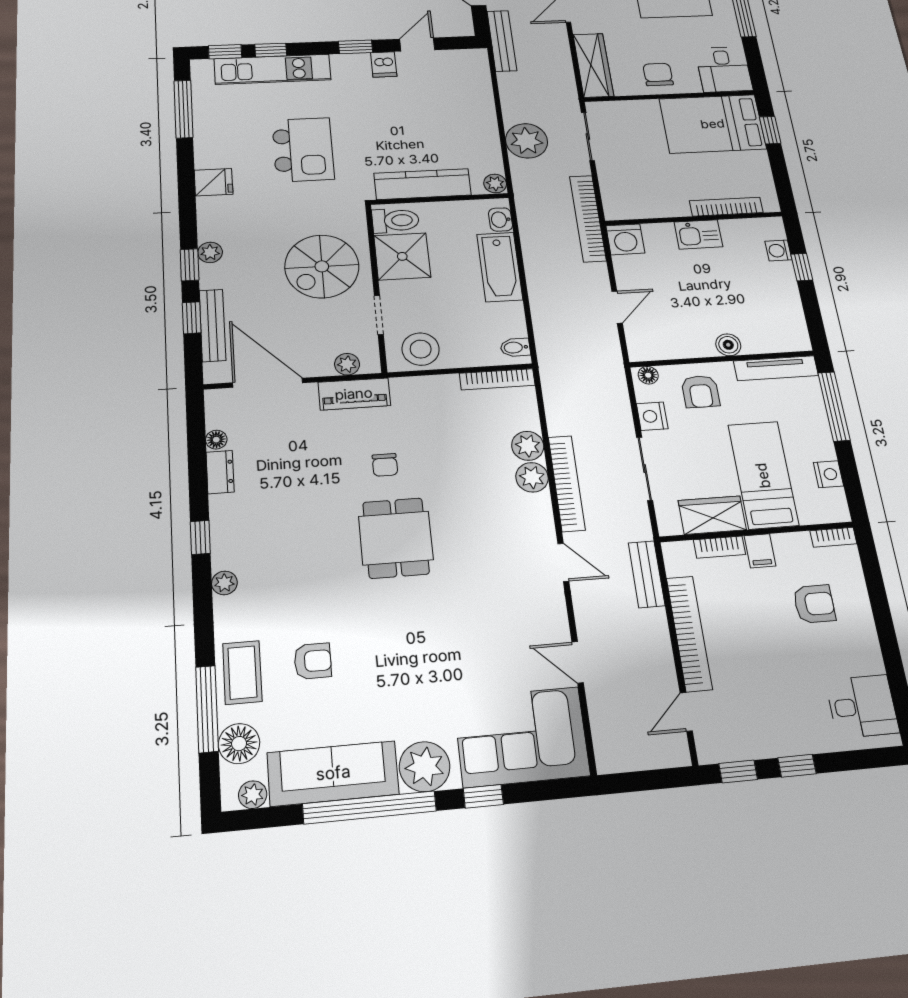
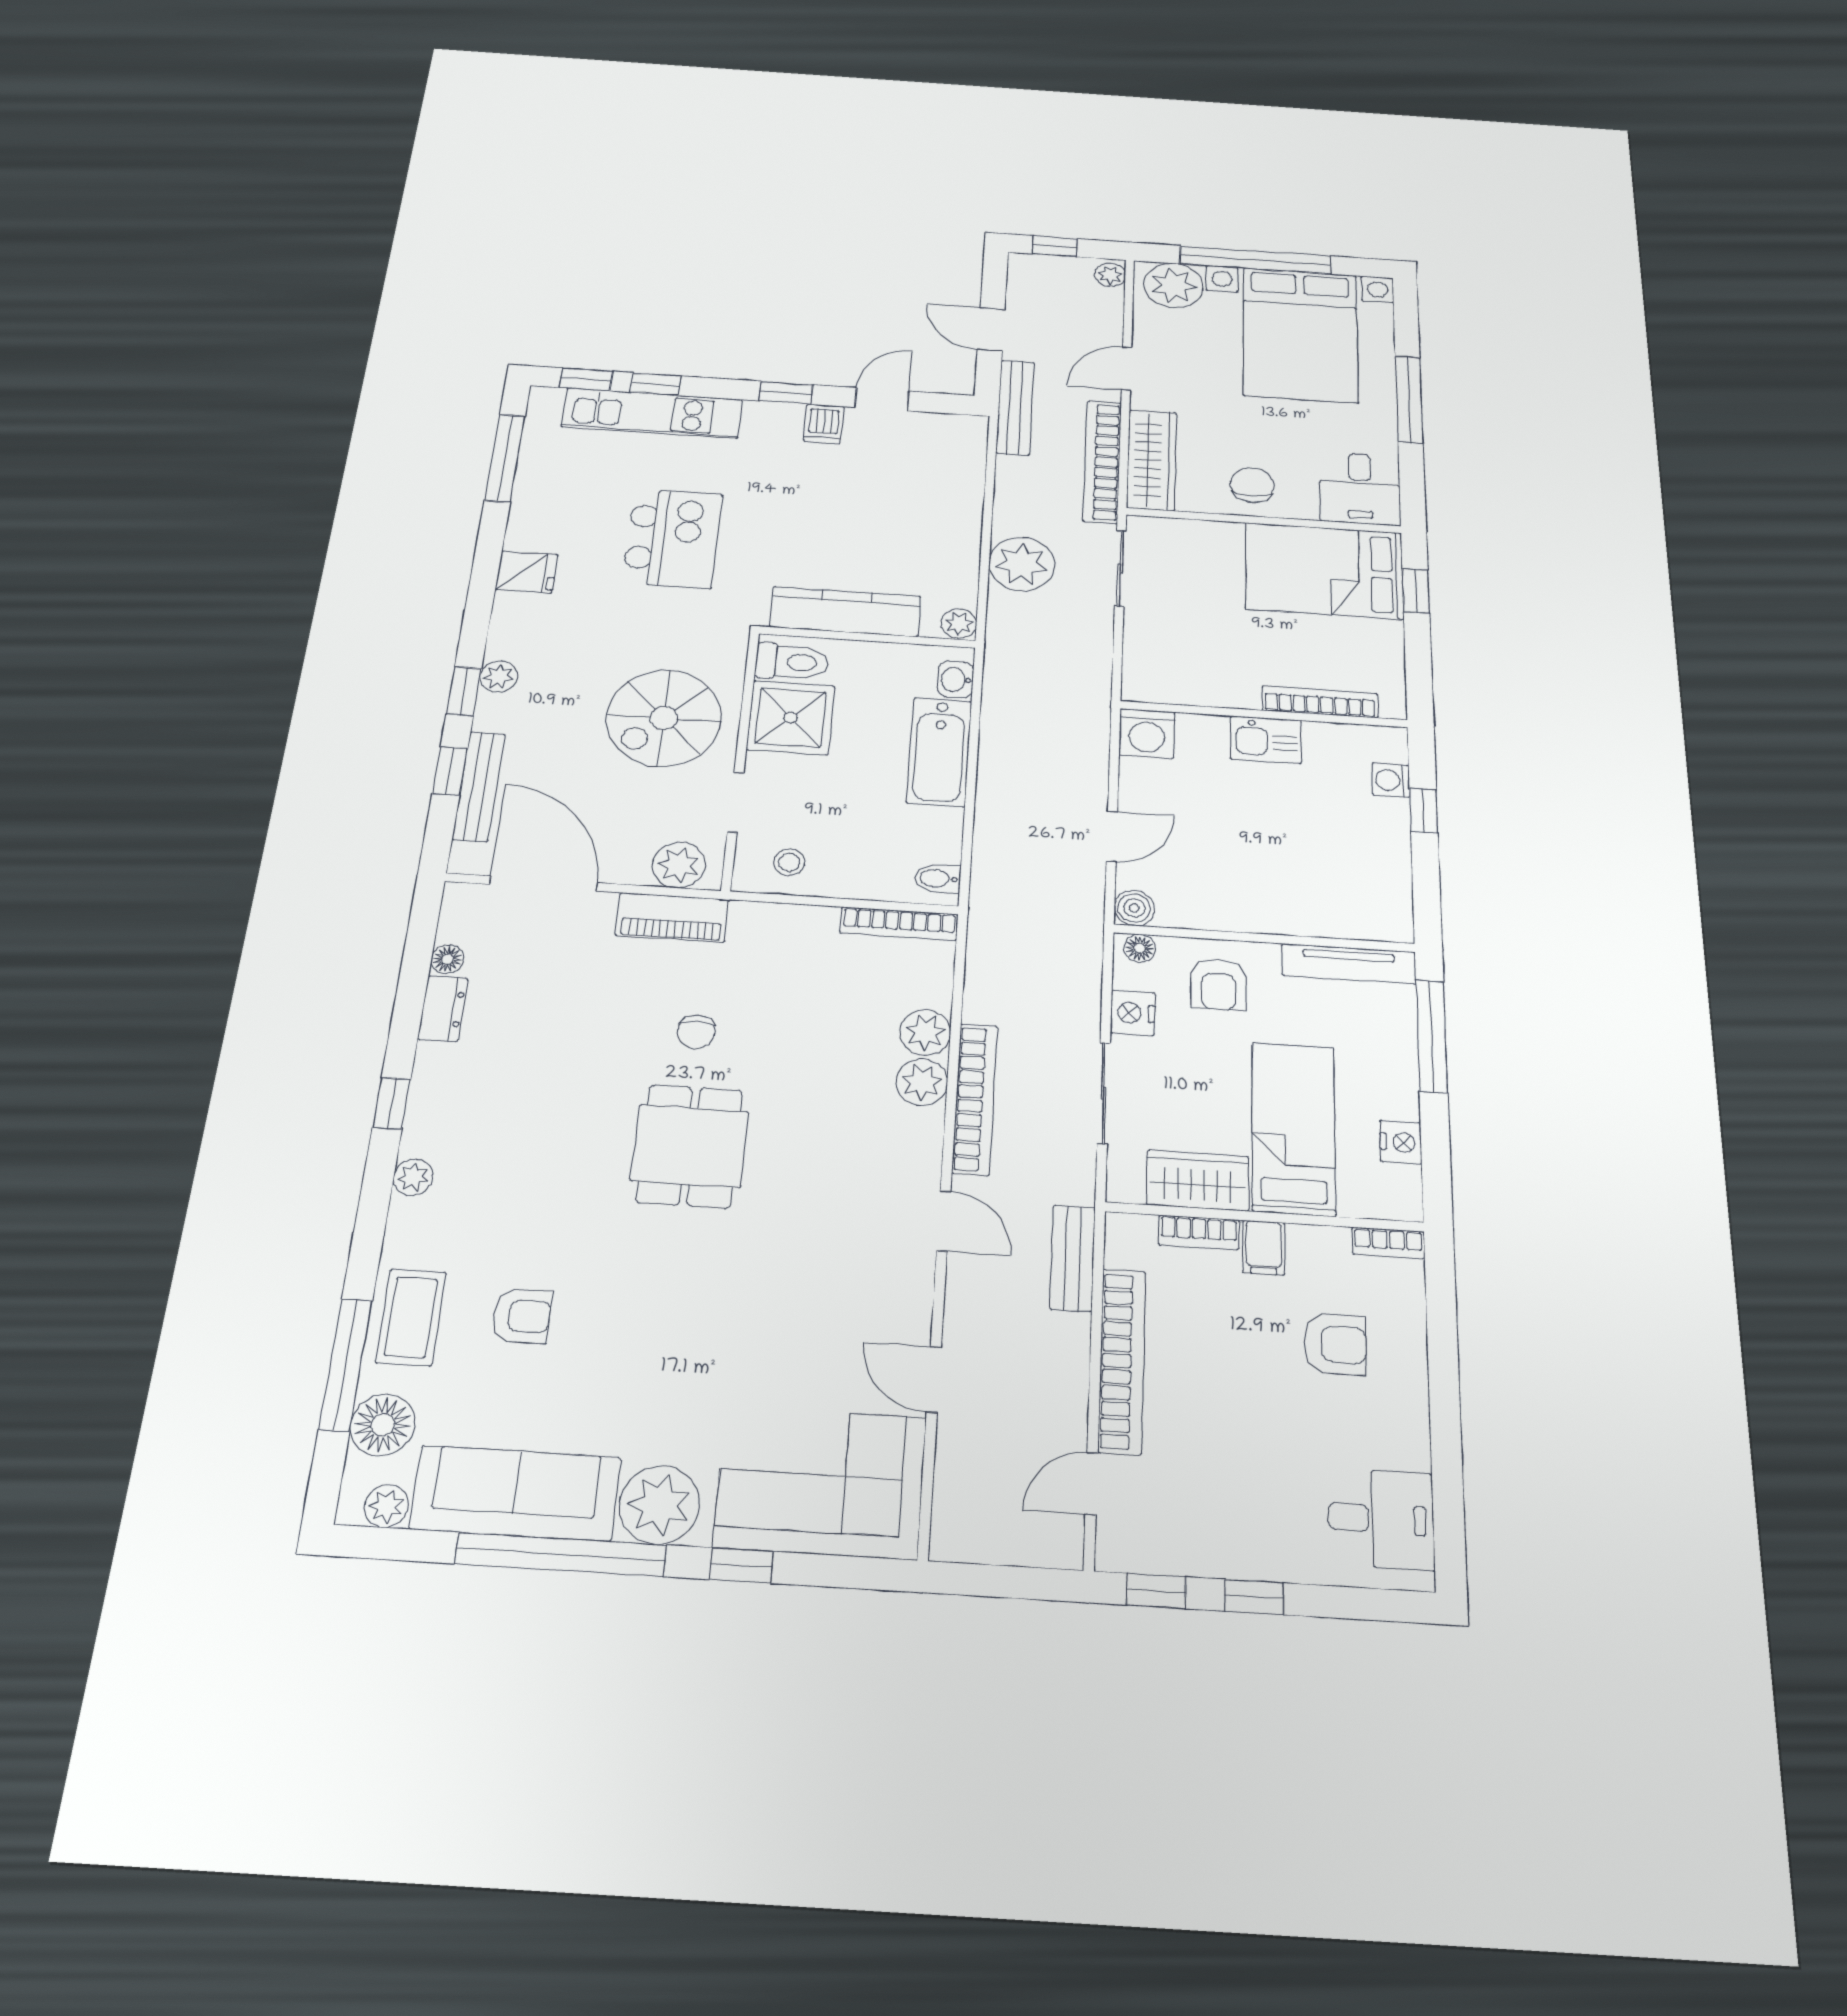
bookcase: (588, 218) -> (1102, 462), moved
boiler: (728, 345) -> (1134, 908), moved
stool: (421, 349) -> (789, 862), width x0.53, depth x0.53
plant: (347, 364) -> (679, 865), width x1.38, depth x1.38

